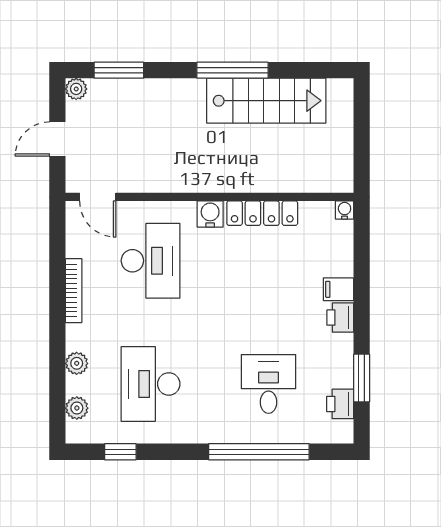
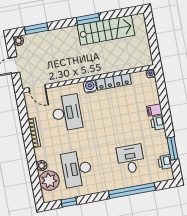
window: (232, 70) -> (88, 19), width x0.69
plant: (77, 408) -> (49, 181), width x1.88, depth x1.88

